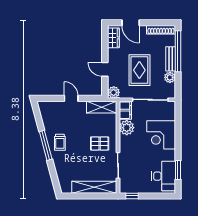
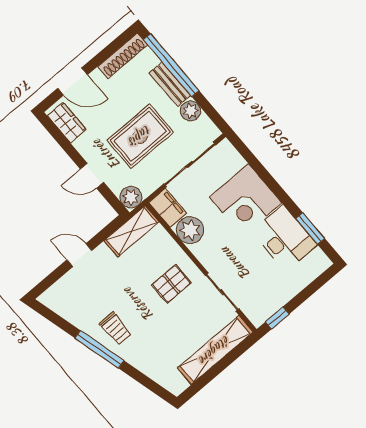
rug: (139, 70) -> (140, 136), turned 90
desk: (164, 176) -> (284, 238), moved

